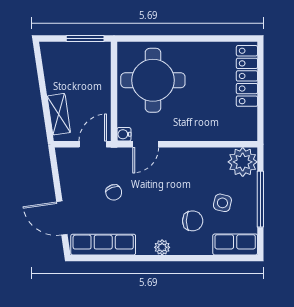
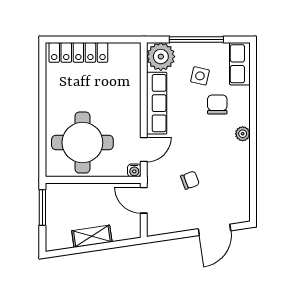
shelving: (59, 114) -> (92, 236), moved
door: (146, 144) -> (144, 150), hinge flipped
row of seats: (103, 245) -> (157, 103), moved, turned 180

